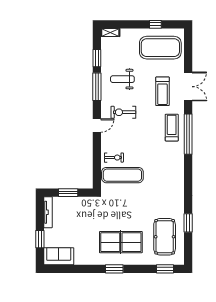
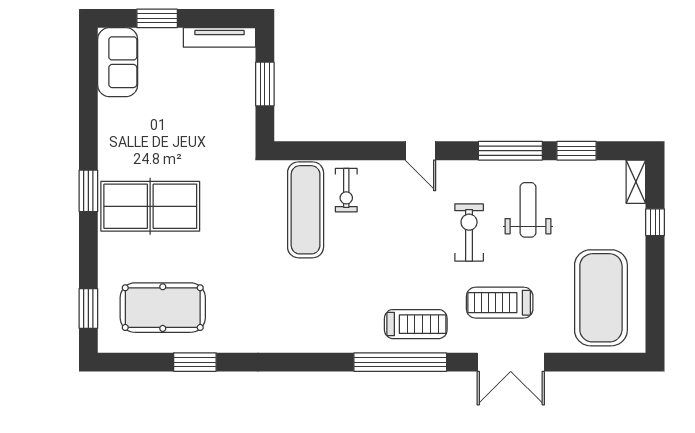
window: (155, 24) -> (655, 222), moved
exercise bike: (123, 112) -> (469, 232), moved
table tennis table: (121, 242) -> (150, 206), turned 90

